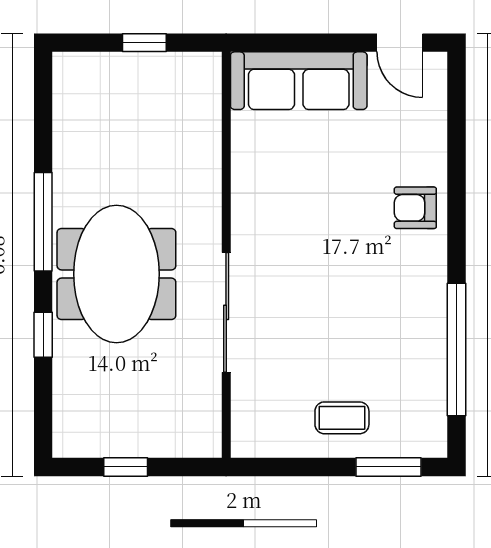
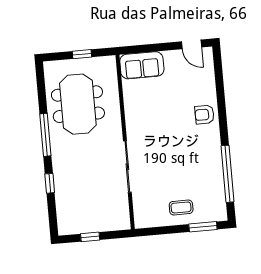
sofa: (299, 81) -> (142, 65), width x0.73
meeting table: (116, 274) -> (78, 104), moved

